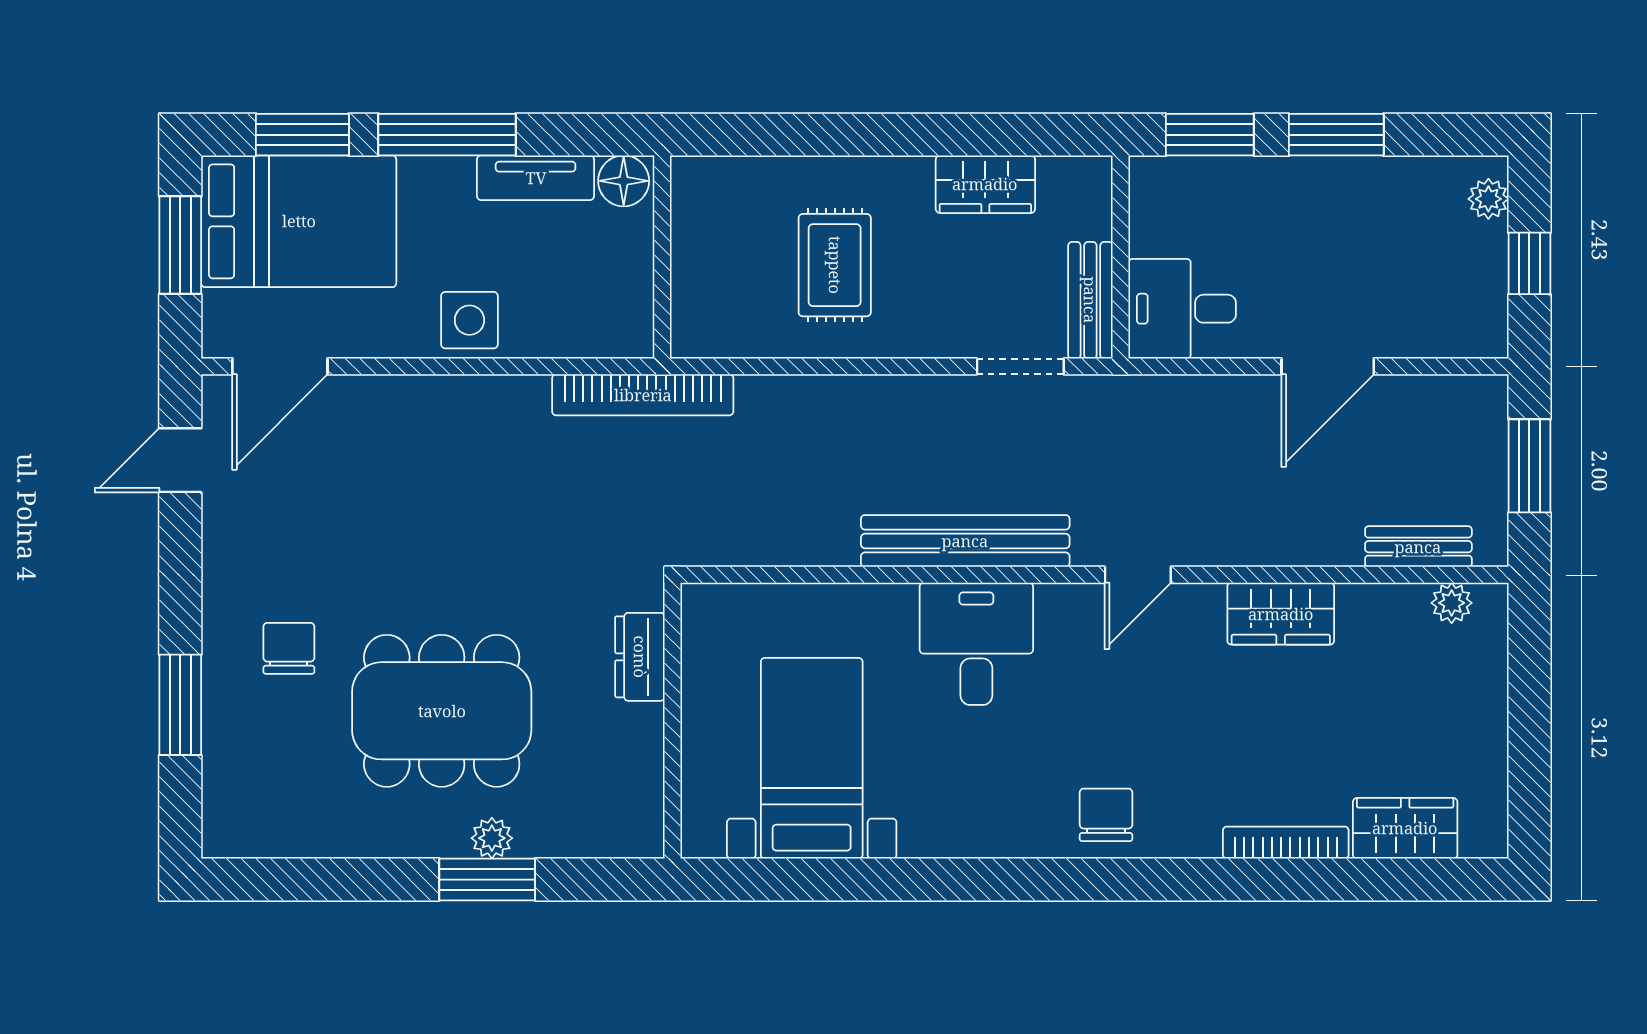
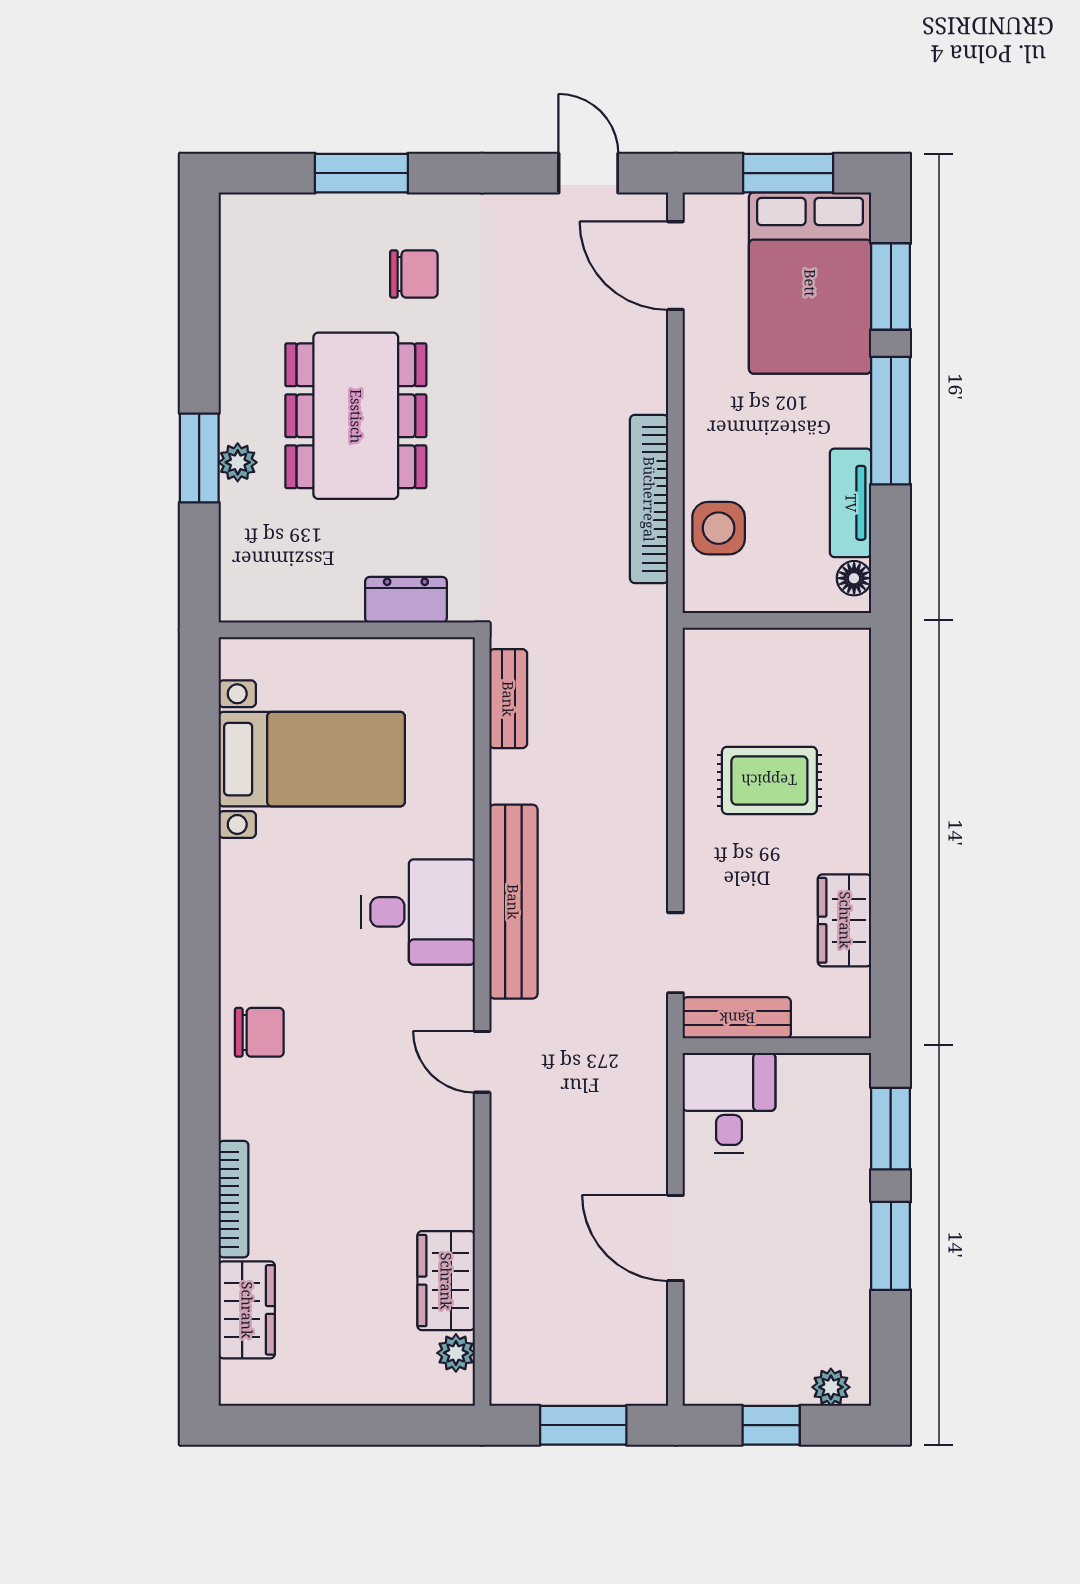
floor lamp: (624, 181) -> (854, 578), width x0.73, depth x0.73
side table: (469, 320) -> (719, 528), moved
bookcase: (643, 395) -> (649, 499), moved
bench: (1418, 547) -> (508, 699), moved
wardrobe: (1281, 614) -> (446, 1281), moved

